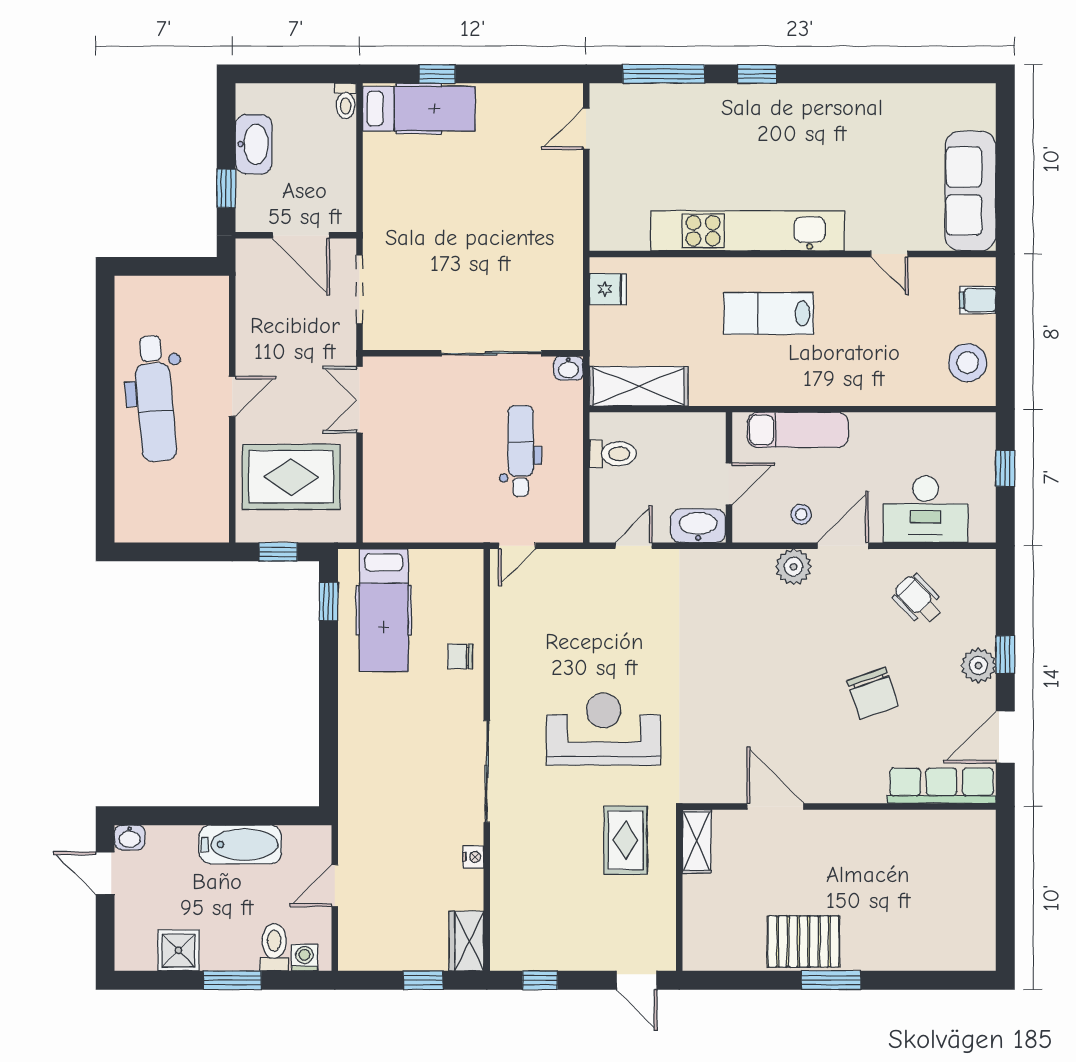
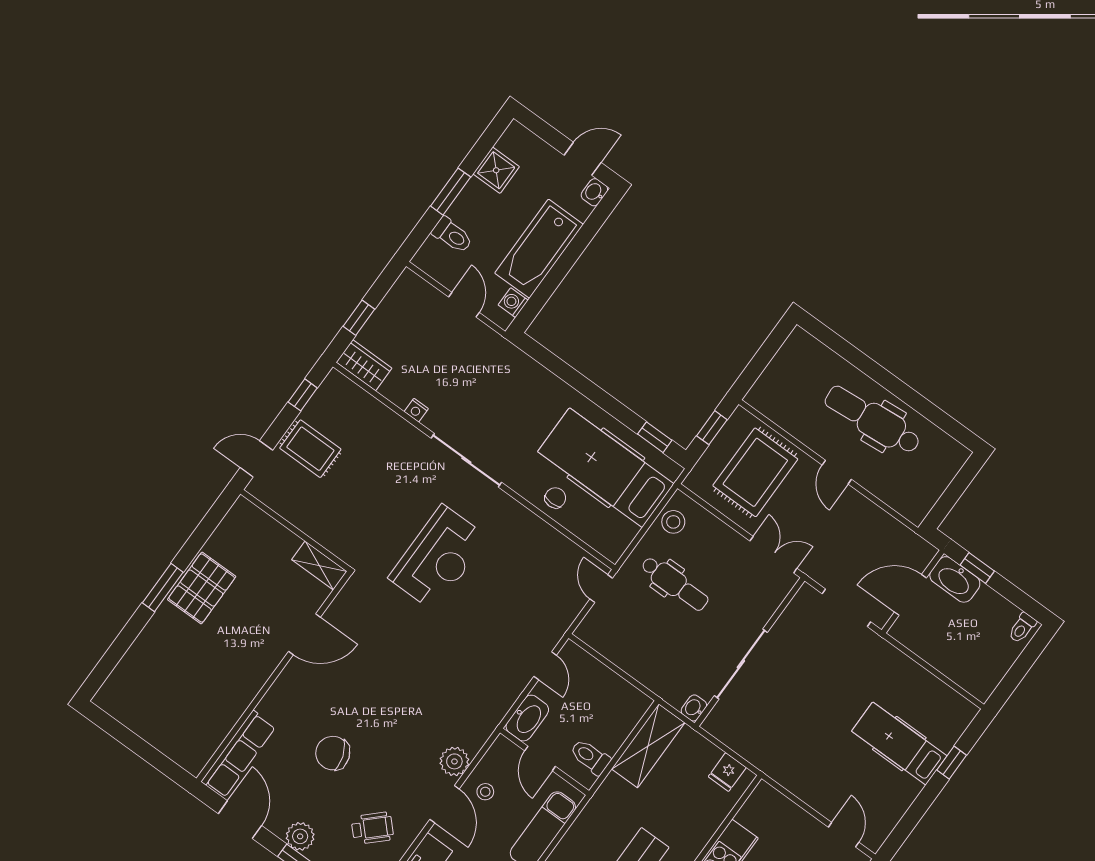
toilet: (346, 101) -> (1022, 628), moved, turned -90
hospital bed: (419, 109) -> (899, 744), moved, turned 90
washbasin: (254, 144) -> (955, 579), moved
dental chair: (521, 451) -> (675, 584), moved
toilet: (613, 454) -> (590, 757), moved, turned 90
stool: (399, 522) -> (673, 522), added
hospital bed: (384, 610) -> (606, 468), width x1.37, depth x1.29
rug: (626, 840) -> (310, 449), moved
bathtub: (240, 844) -> (539, 249), width x1.36, depth x1.36
washing machine: (304, 958) -> (513, 303), moved, turned 180

